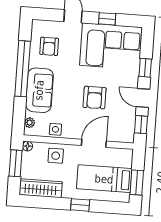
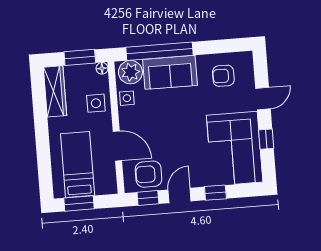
window: (23, 69) -> (159, 51), moved
armchair: (95, 98) -> (149, 174), moved
plant: (30, 123) -> (130, 72), width x1.88, depth x1.88
window: (80, 205) -> (42, 141), removed

